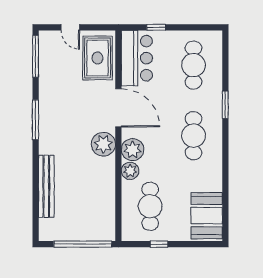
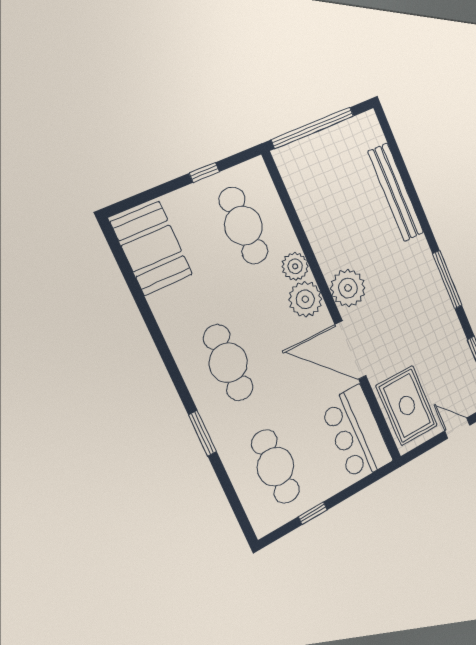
window: (156, 27) -> (313, 513), moved

